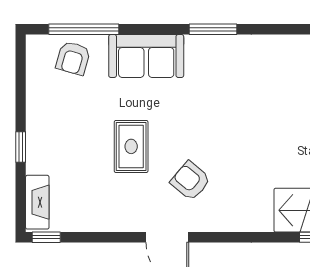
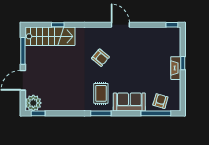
rug: (131, 146) -> (101, 93), moved
armchair: (190, 181) -> (100, 58), moved
fireplace: (37, 202) -> (176, 68), moved

